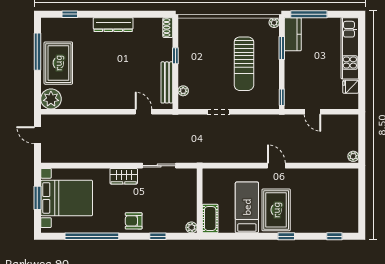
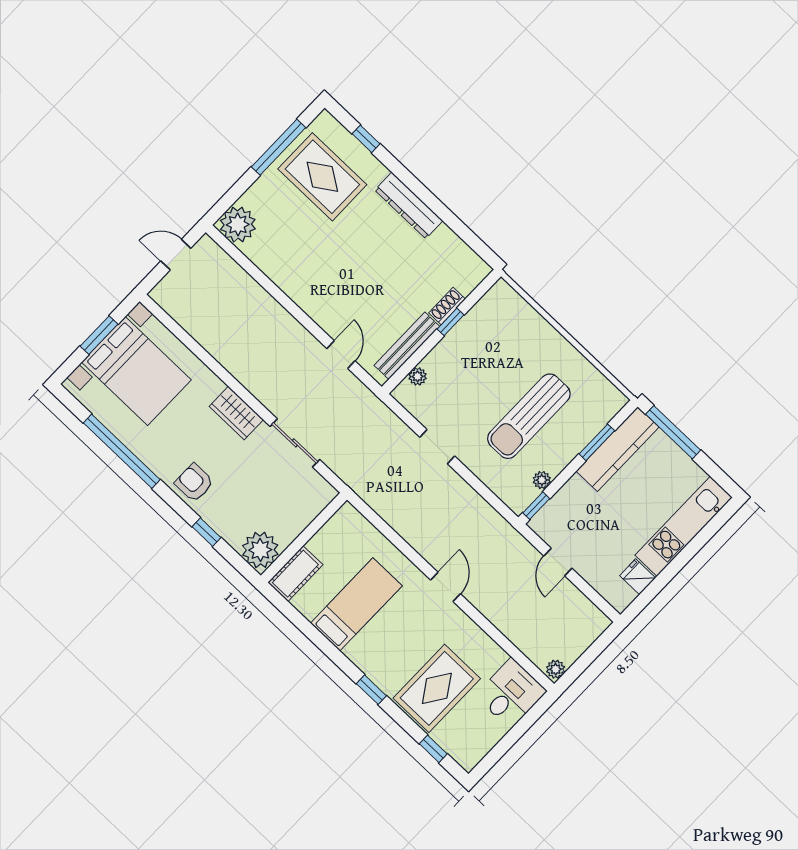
plant: (274, 23) -> (542, 480), moved
shoe rack: (168, 28) -> (447, 306), moved
kitchen counter: (293, 34) -> (618, 449), width x1.50
rug: (58, 63) -> (322, 177), moved, turned 90
door: (37, 135) -> (176, 255), hinge flipped
desk: (344, 183) -> (511, 693), added
rug: (276, 210) -> (437, 688), moved
plant: (191, 227) -> (260, 550), width x1.87, depth x1.87

